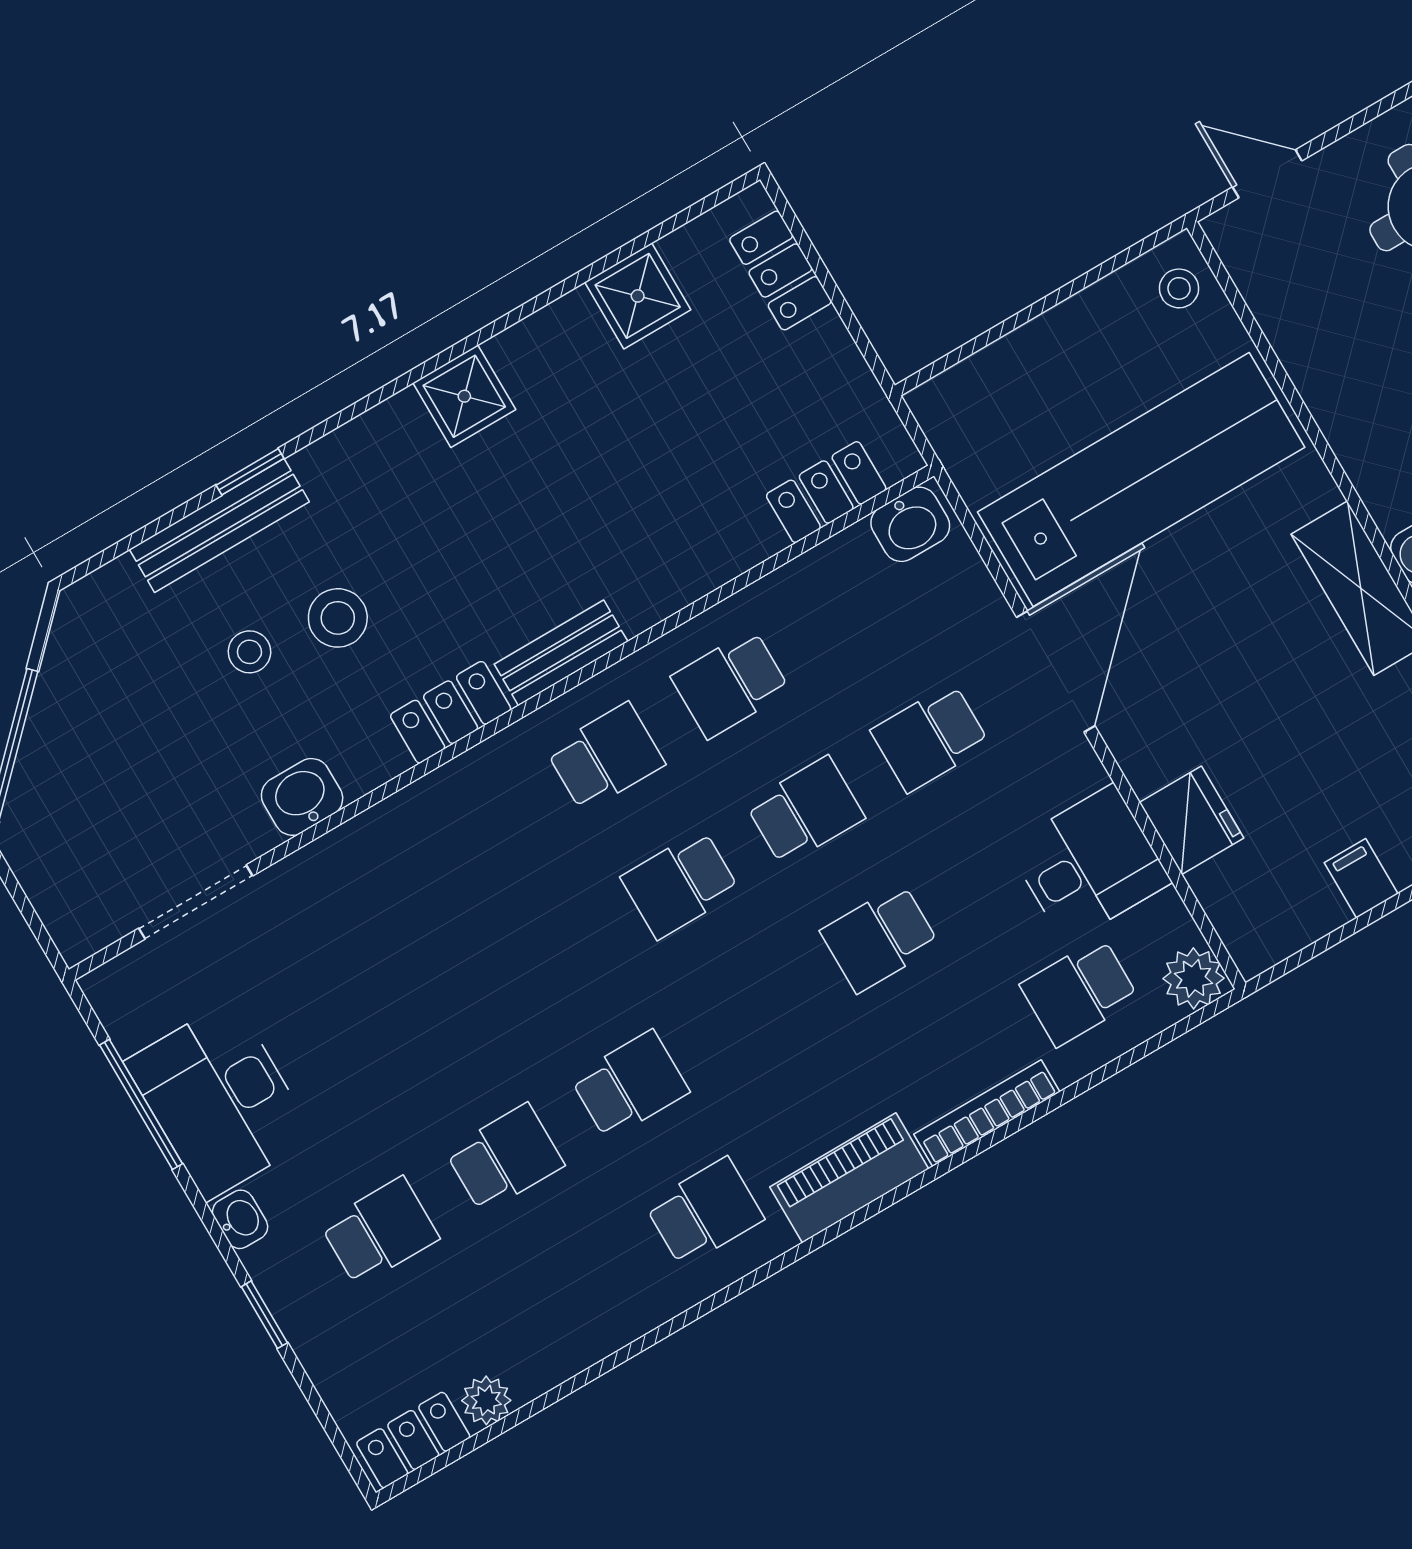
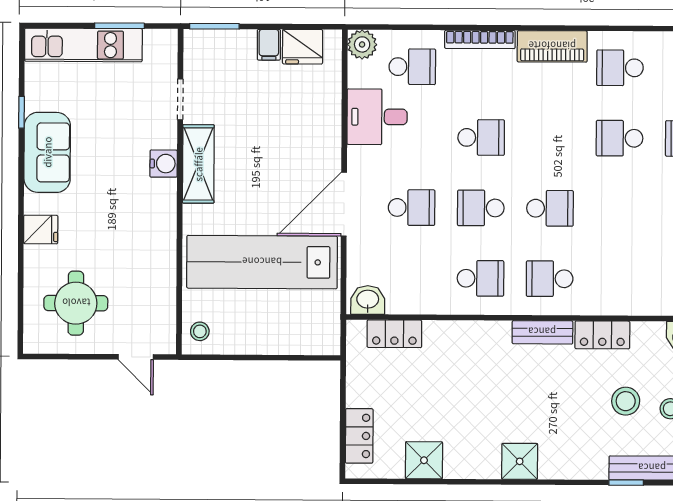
fridge: (1192, 820) -> (303, 47), moved, turned -90

